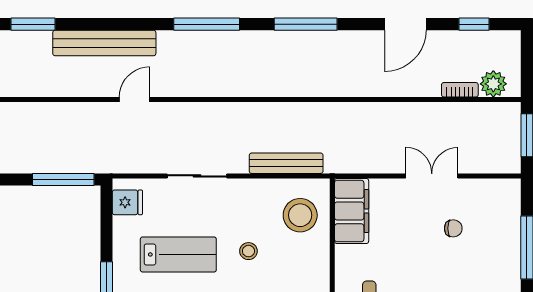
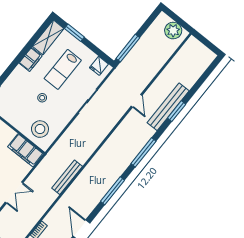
window: (33, 24) -> (177, 111), moved
bench: (286, 163) -> (67, 177), moved

